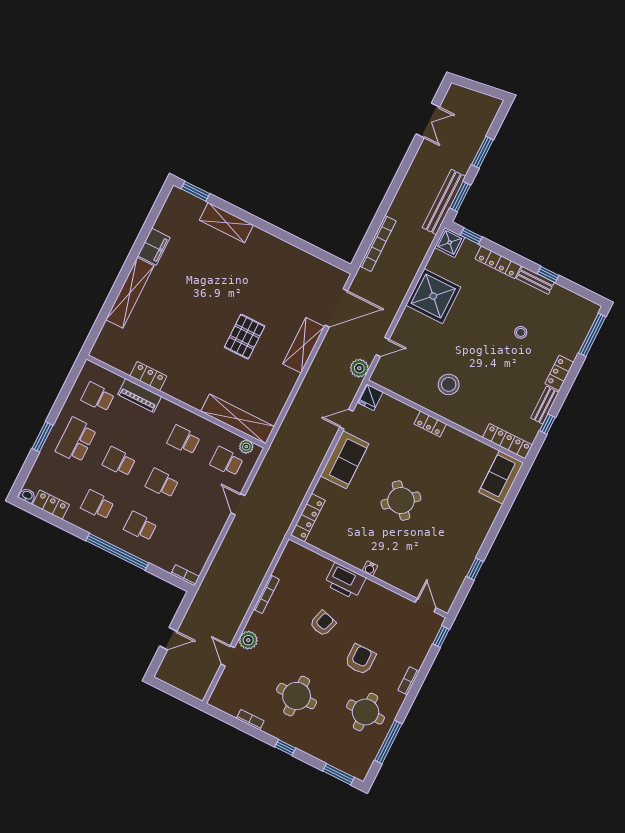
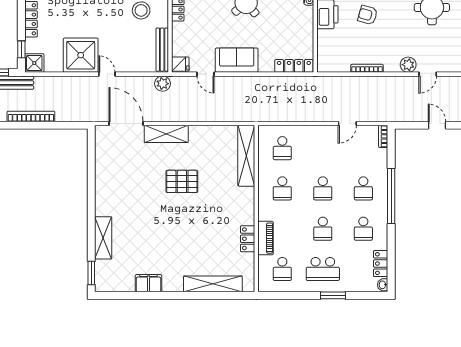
bookcase: (378, 243) -> (31, 116), moved
shelving: (130, 293) -> (213, 284), moved
door: (382, 347) -> (107, 74), moved
bench: (396, 386) -> (162, 50), added
plant: (246, 447) -> (264, 139), removed
door: (238, 504) -> (347, 124), moved

